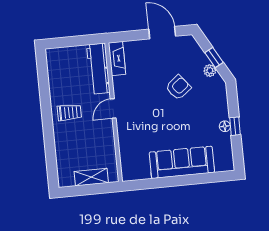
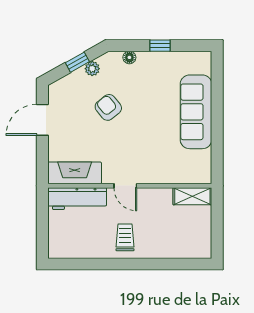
fireplace: (117, 58) -> (75, 173), width x1.37, depth x1.32
floor lamp: (225, 126) -> (129, 57), moved
shelving: (91, 177) -> (192, 196), moved, turned 90

